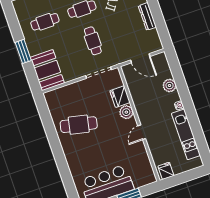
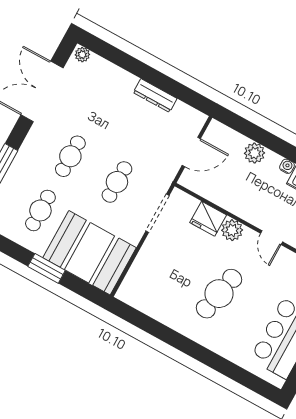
cafe table: (93, 41) -> (117, 182), turned 90
booth: (47, 70) -> (89, 253), width x1.36, depth x1.42
cafe table: (79, 125) -> (219, 294), moved

